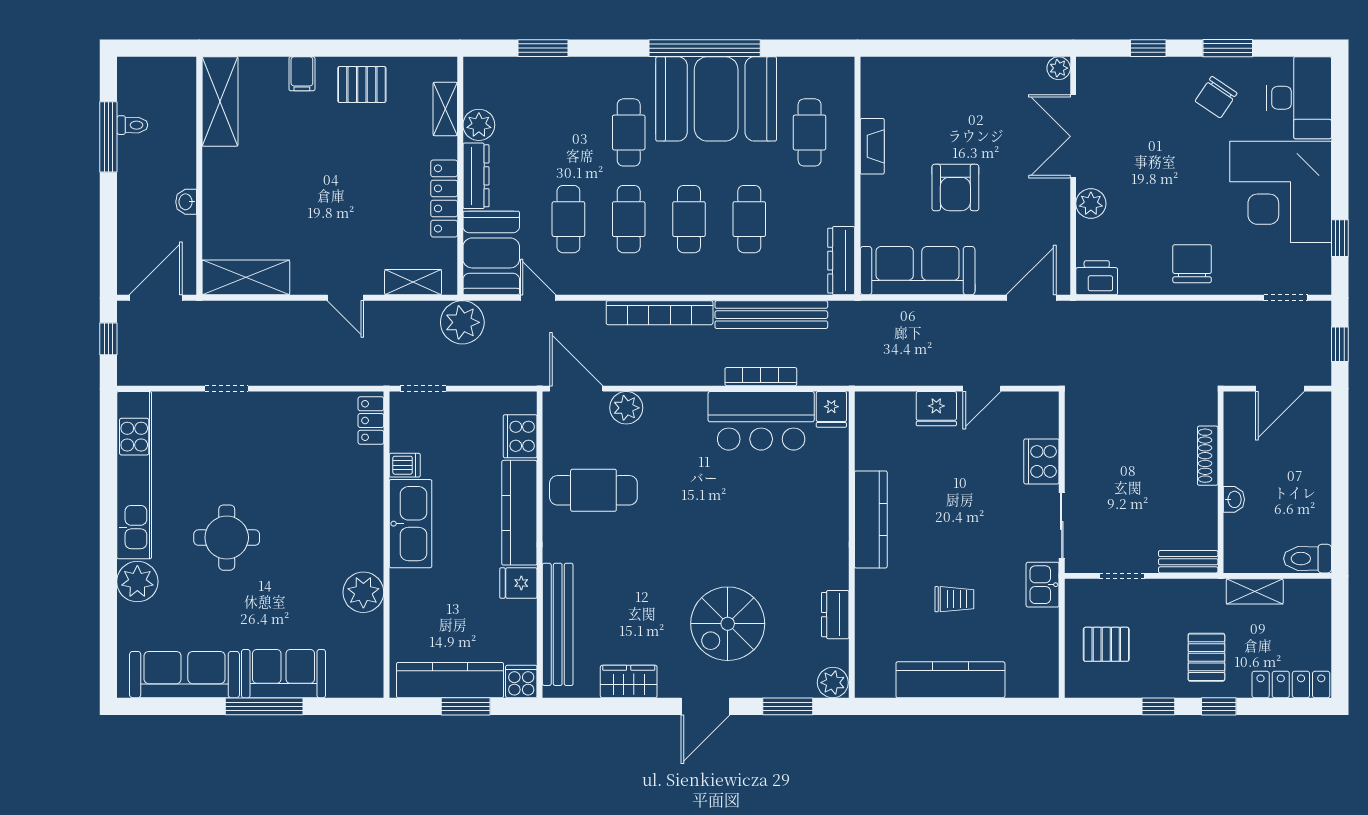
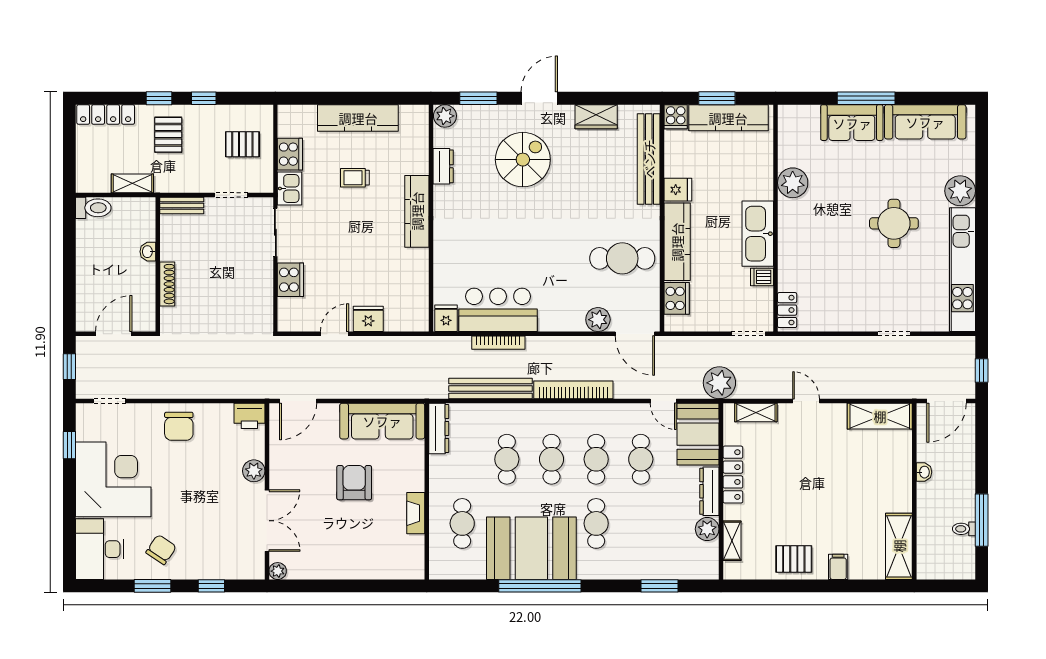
kitchen counter: (871, 519) -> (417, 211), moved
cooker: (1042, 631) -> (290, 154), added

